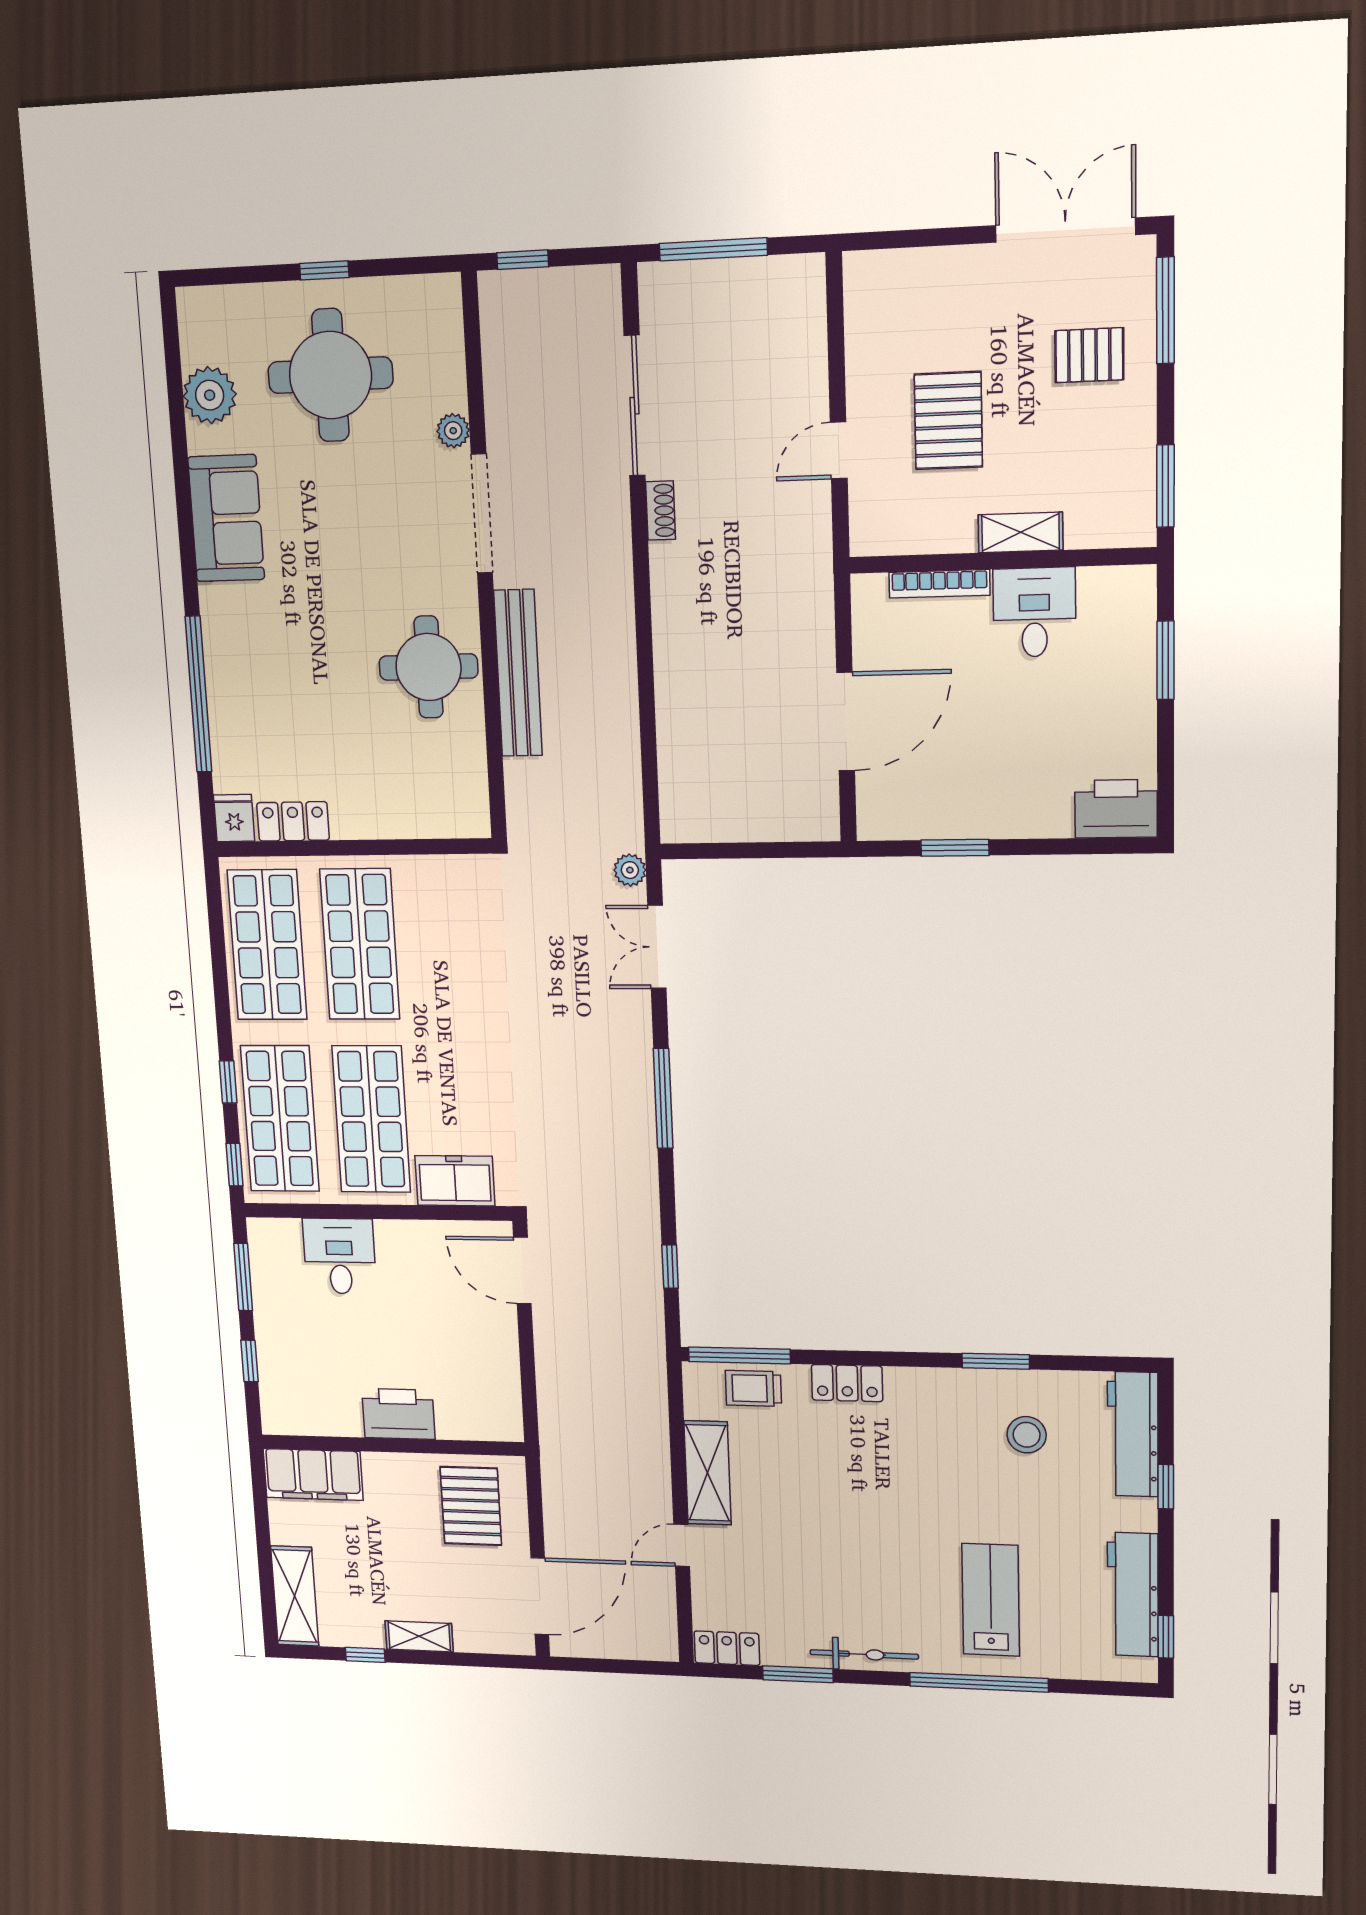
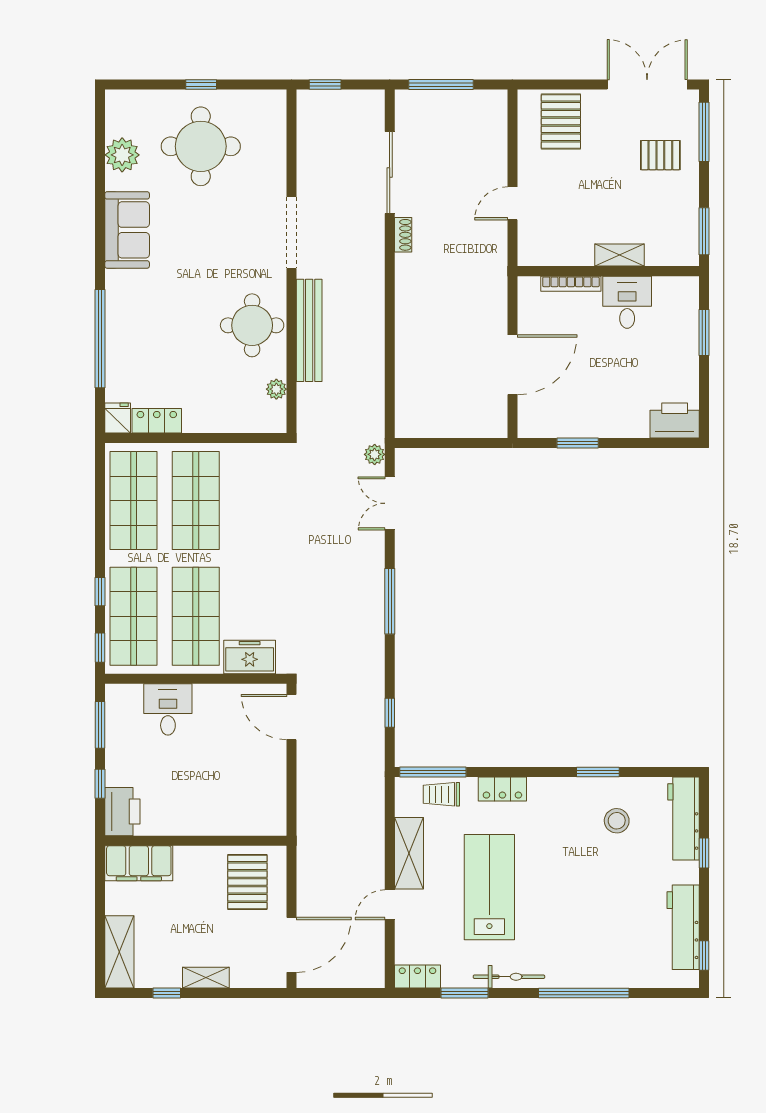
pallet: (948, 421) -> (561, 122), moved
plant: (453, 431) -> (276, 389), moved
printer: (398, 1414) -> (122, 812), moved, turned 90
lab bench: (991, 1600) -> (489, 887), moved, width x1.36, depth x1.39

